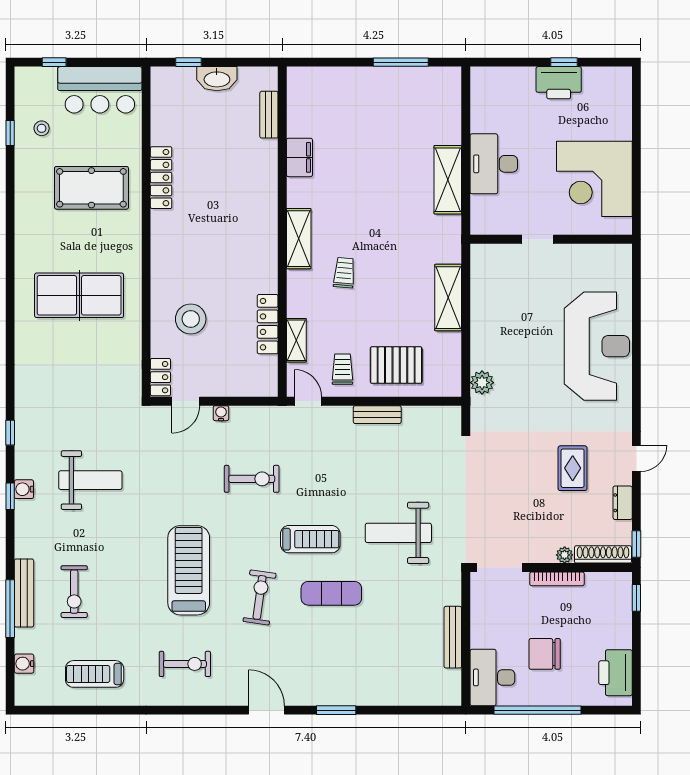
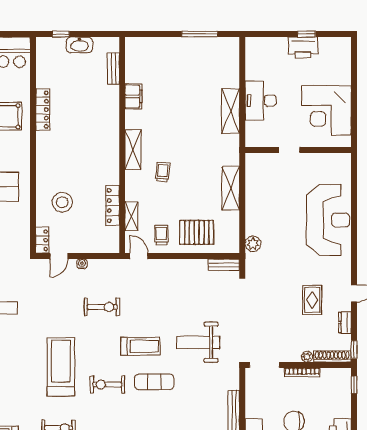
bench: (377, 415) -> (224, 265), moved
exercise bike: (260, 597) -> (107, 385), turned -98

